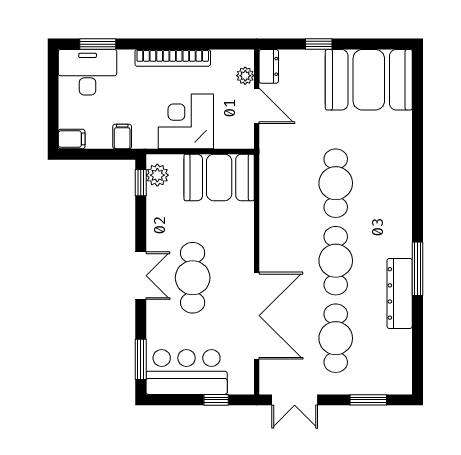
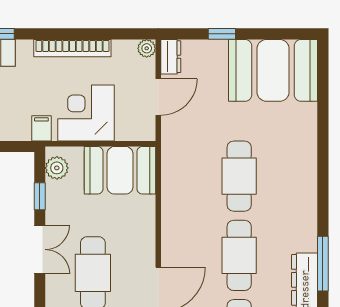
plant: (245, 76) -> (147, 48), moved
door: (257, 106) -> (158, 97), hinge flipped
filing cabinet: (122, 136) -> (41, 128), moved
window: (141, 183) -> (40, 196), moved
double door: (141, 276) -> (40, 249), moved

